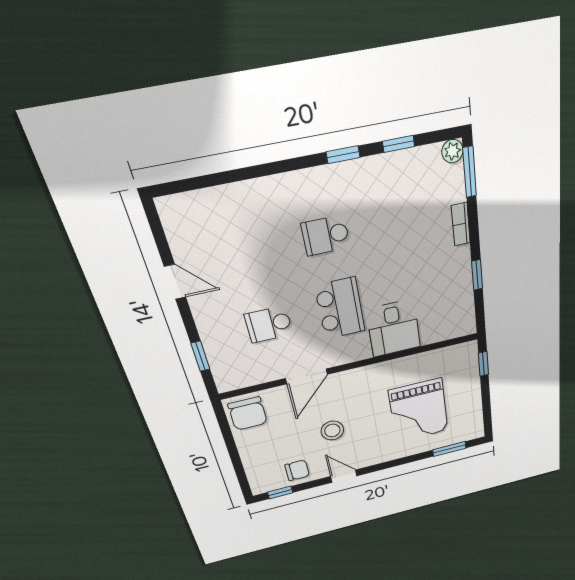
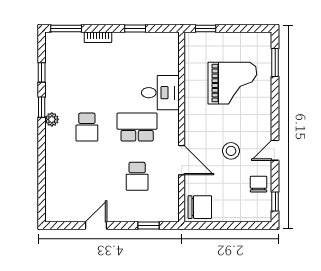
plant: (452, 151) -> (52, 119), moved

